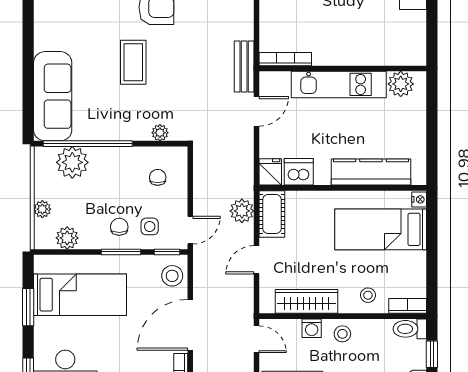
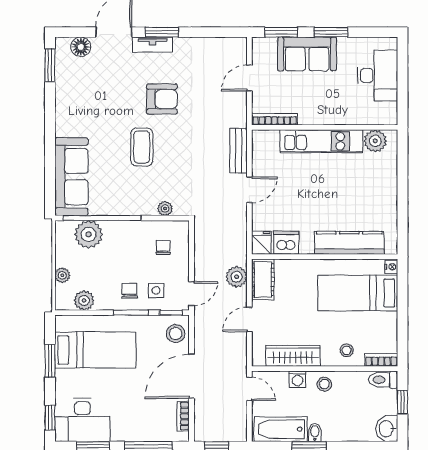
bookcase: (285, 59) -> (274, 119), moved
wall: (343, 68) -> (325, 127), moved
kitchen unit: (339, 84) -> (321, 141), moved
plant: (401, 84) -> (375, 141), moved

